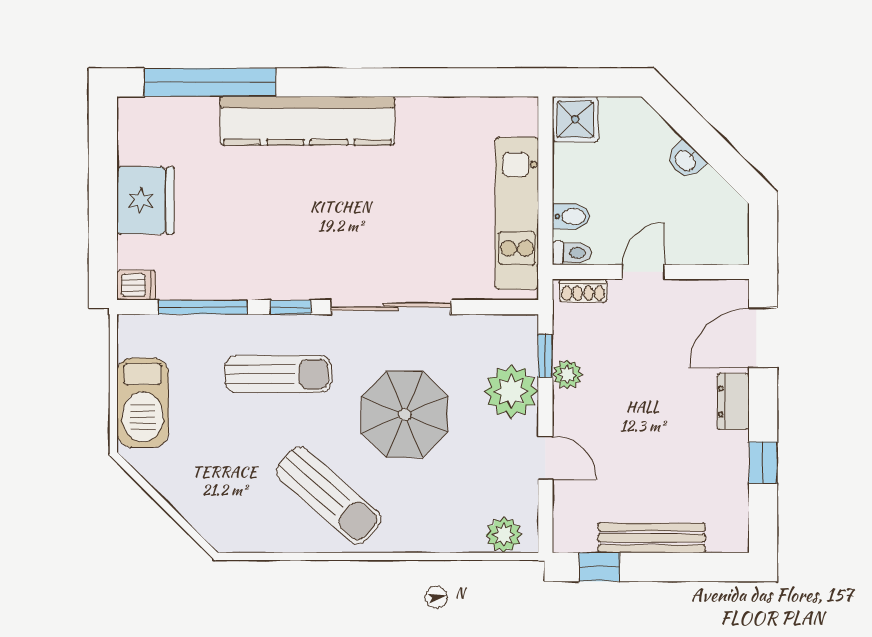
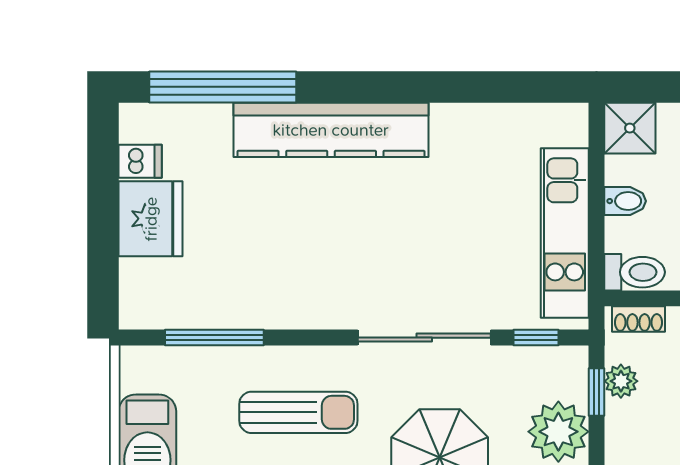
bidet: (571, 216) -> (625, 201), moved
toilet: (572, 253) -> (635, 272), width x1.37, depth x1.39
dishwasher: (136, 285) -> (140, 161), moved
window: (290, 307) -> (536, 338), moved
plant: (567, 374) -> (621, 381), moved

